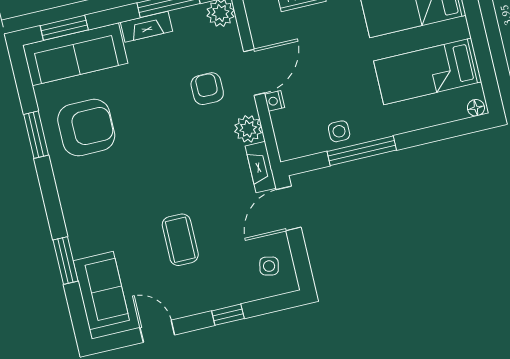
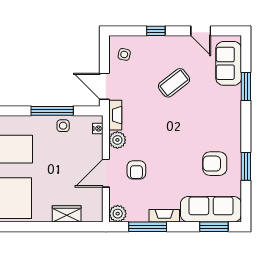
nightstand: (274, 101) -> (98, 129), moved
armchair: (86, 128) -> (215, 164), width x0.73, depth x0.73
door: (289, 208) -> (104, 86), swing flipped
coffee table: (180, 240) -> (174, 83), turned 52

